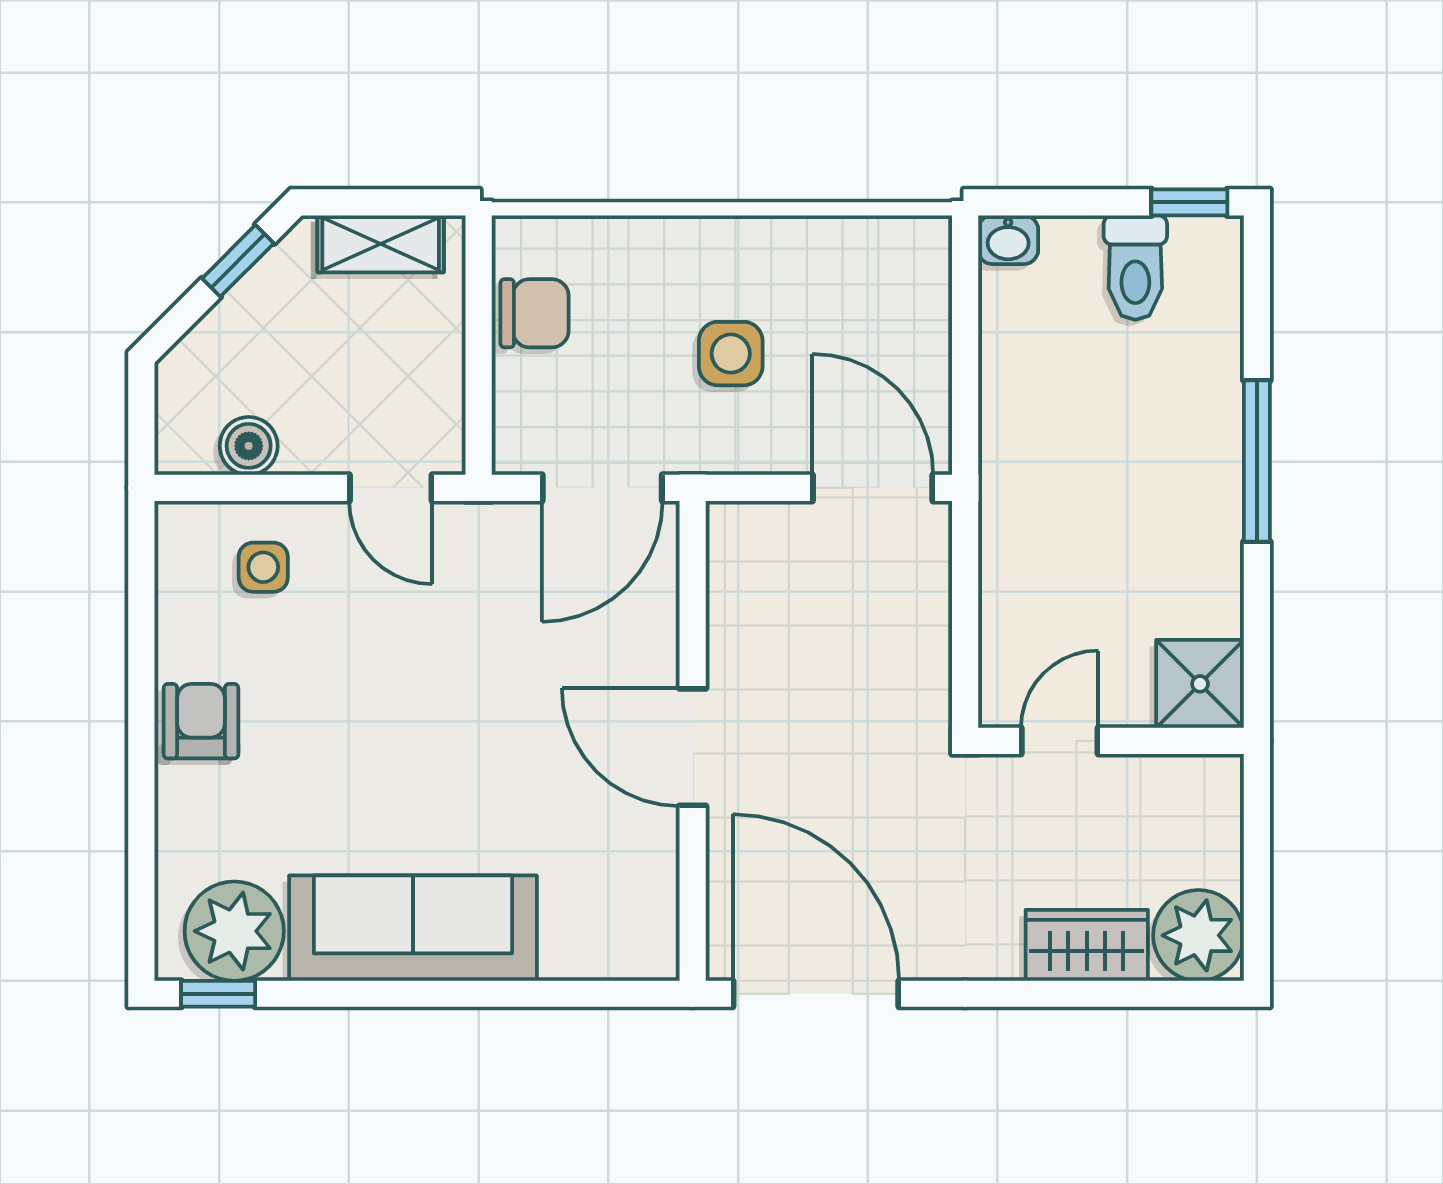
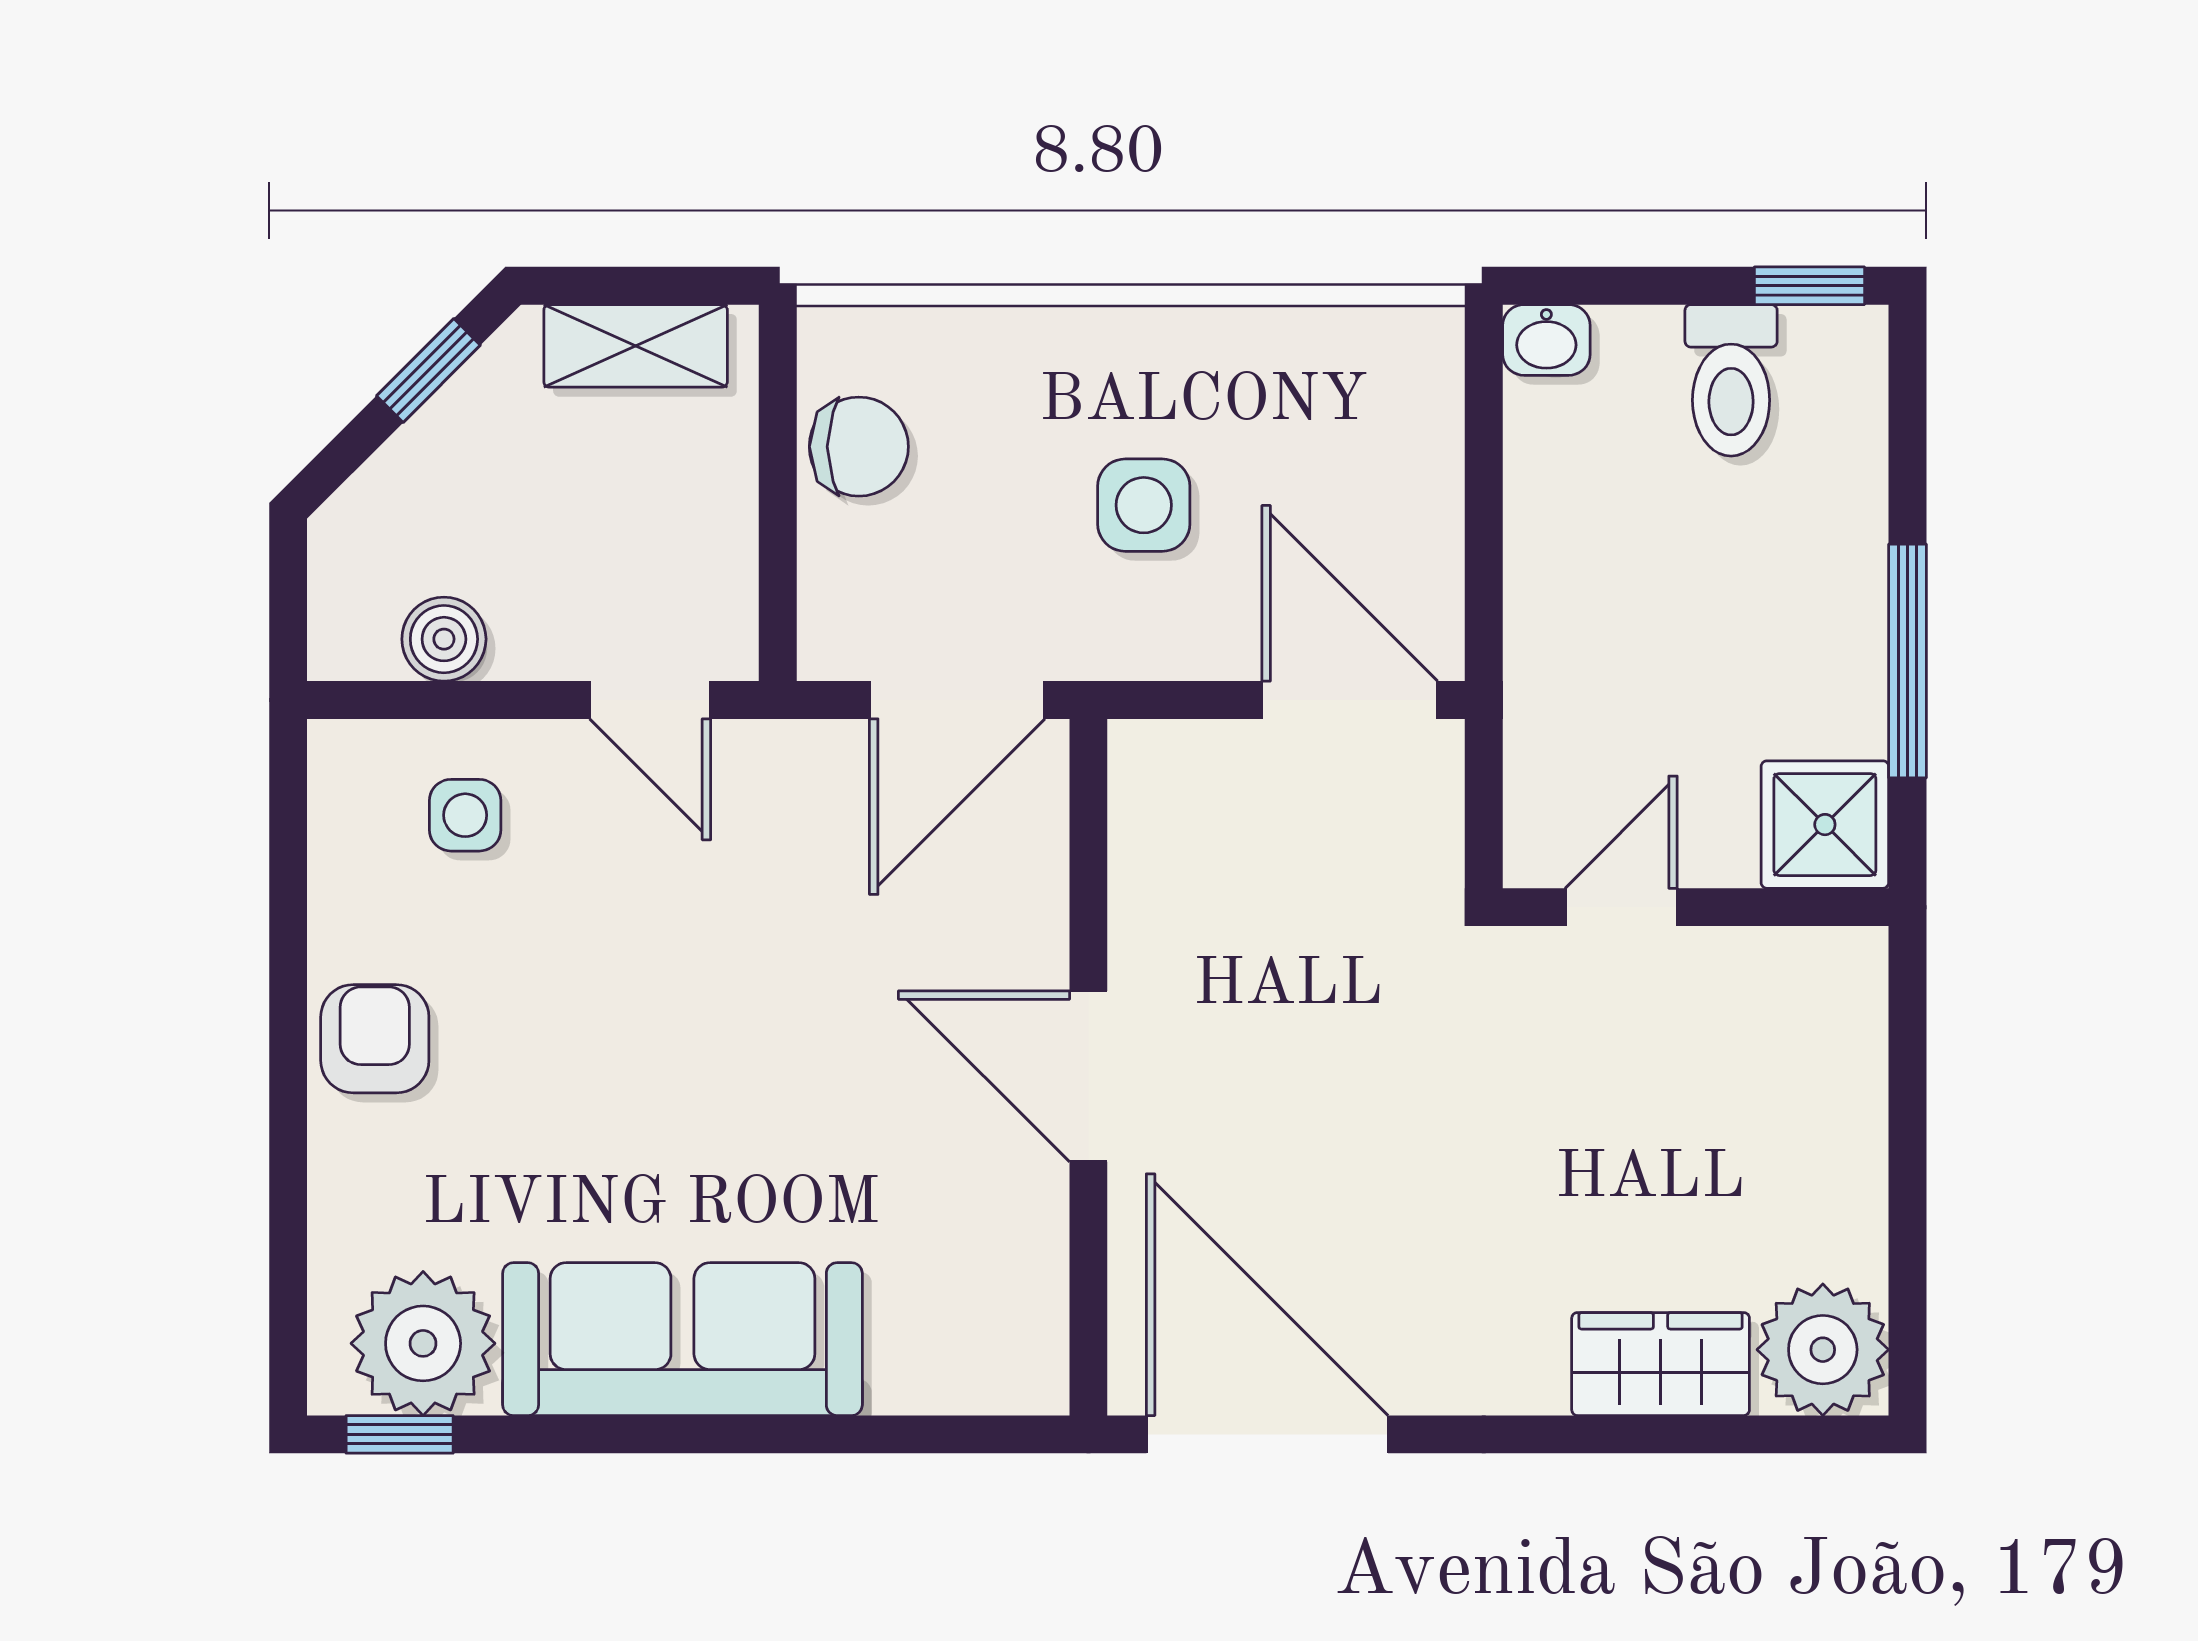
shower: (1200, 684) -> (1825, 825), moved
door: (1060, 741) -> (1621, 907), moved
wall: (1111, 741) -> (1696, 907), moved

